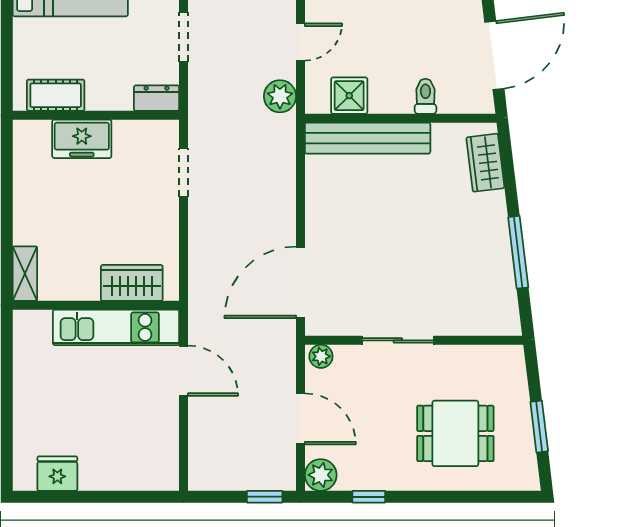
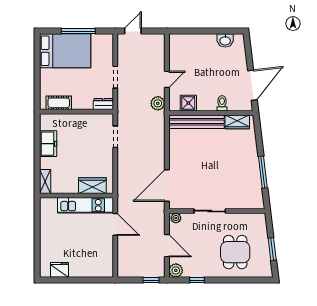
freezer: (82, 139) -> (48, 144), moved, turned -90
wardrobe: (485, 163) -> (237, 122), moved, turned -83
dining table: (455, 433) -> (235, 252), turned 90

